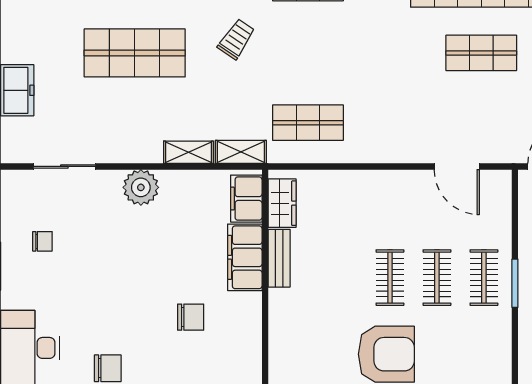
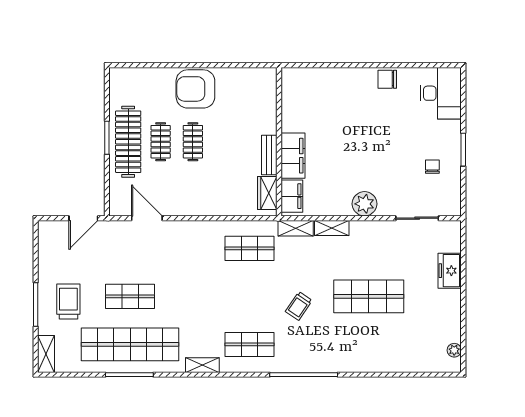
chair: (42, 241) -> (432, 167), turned 90
clothes rail: (484, 278) -> (128, 142), width x1.86, depth x1.31
chair: (191, 317) -> (330, 114), removed

